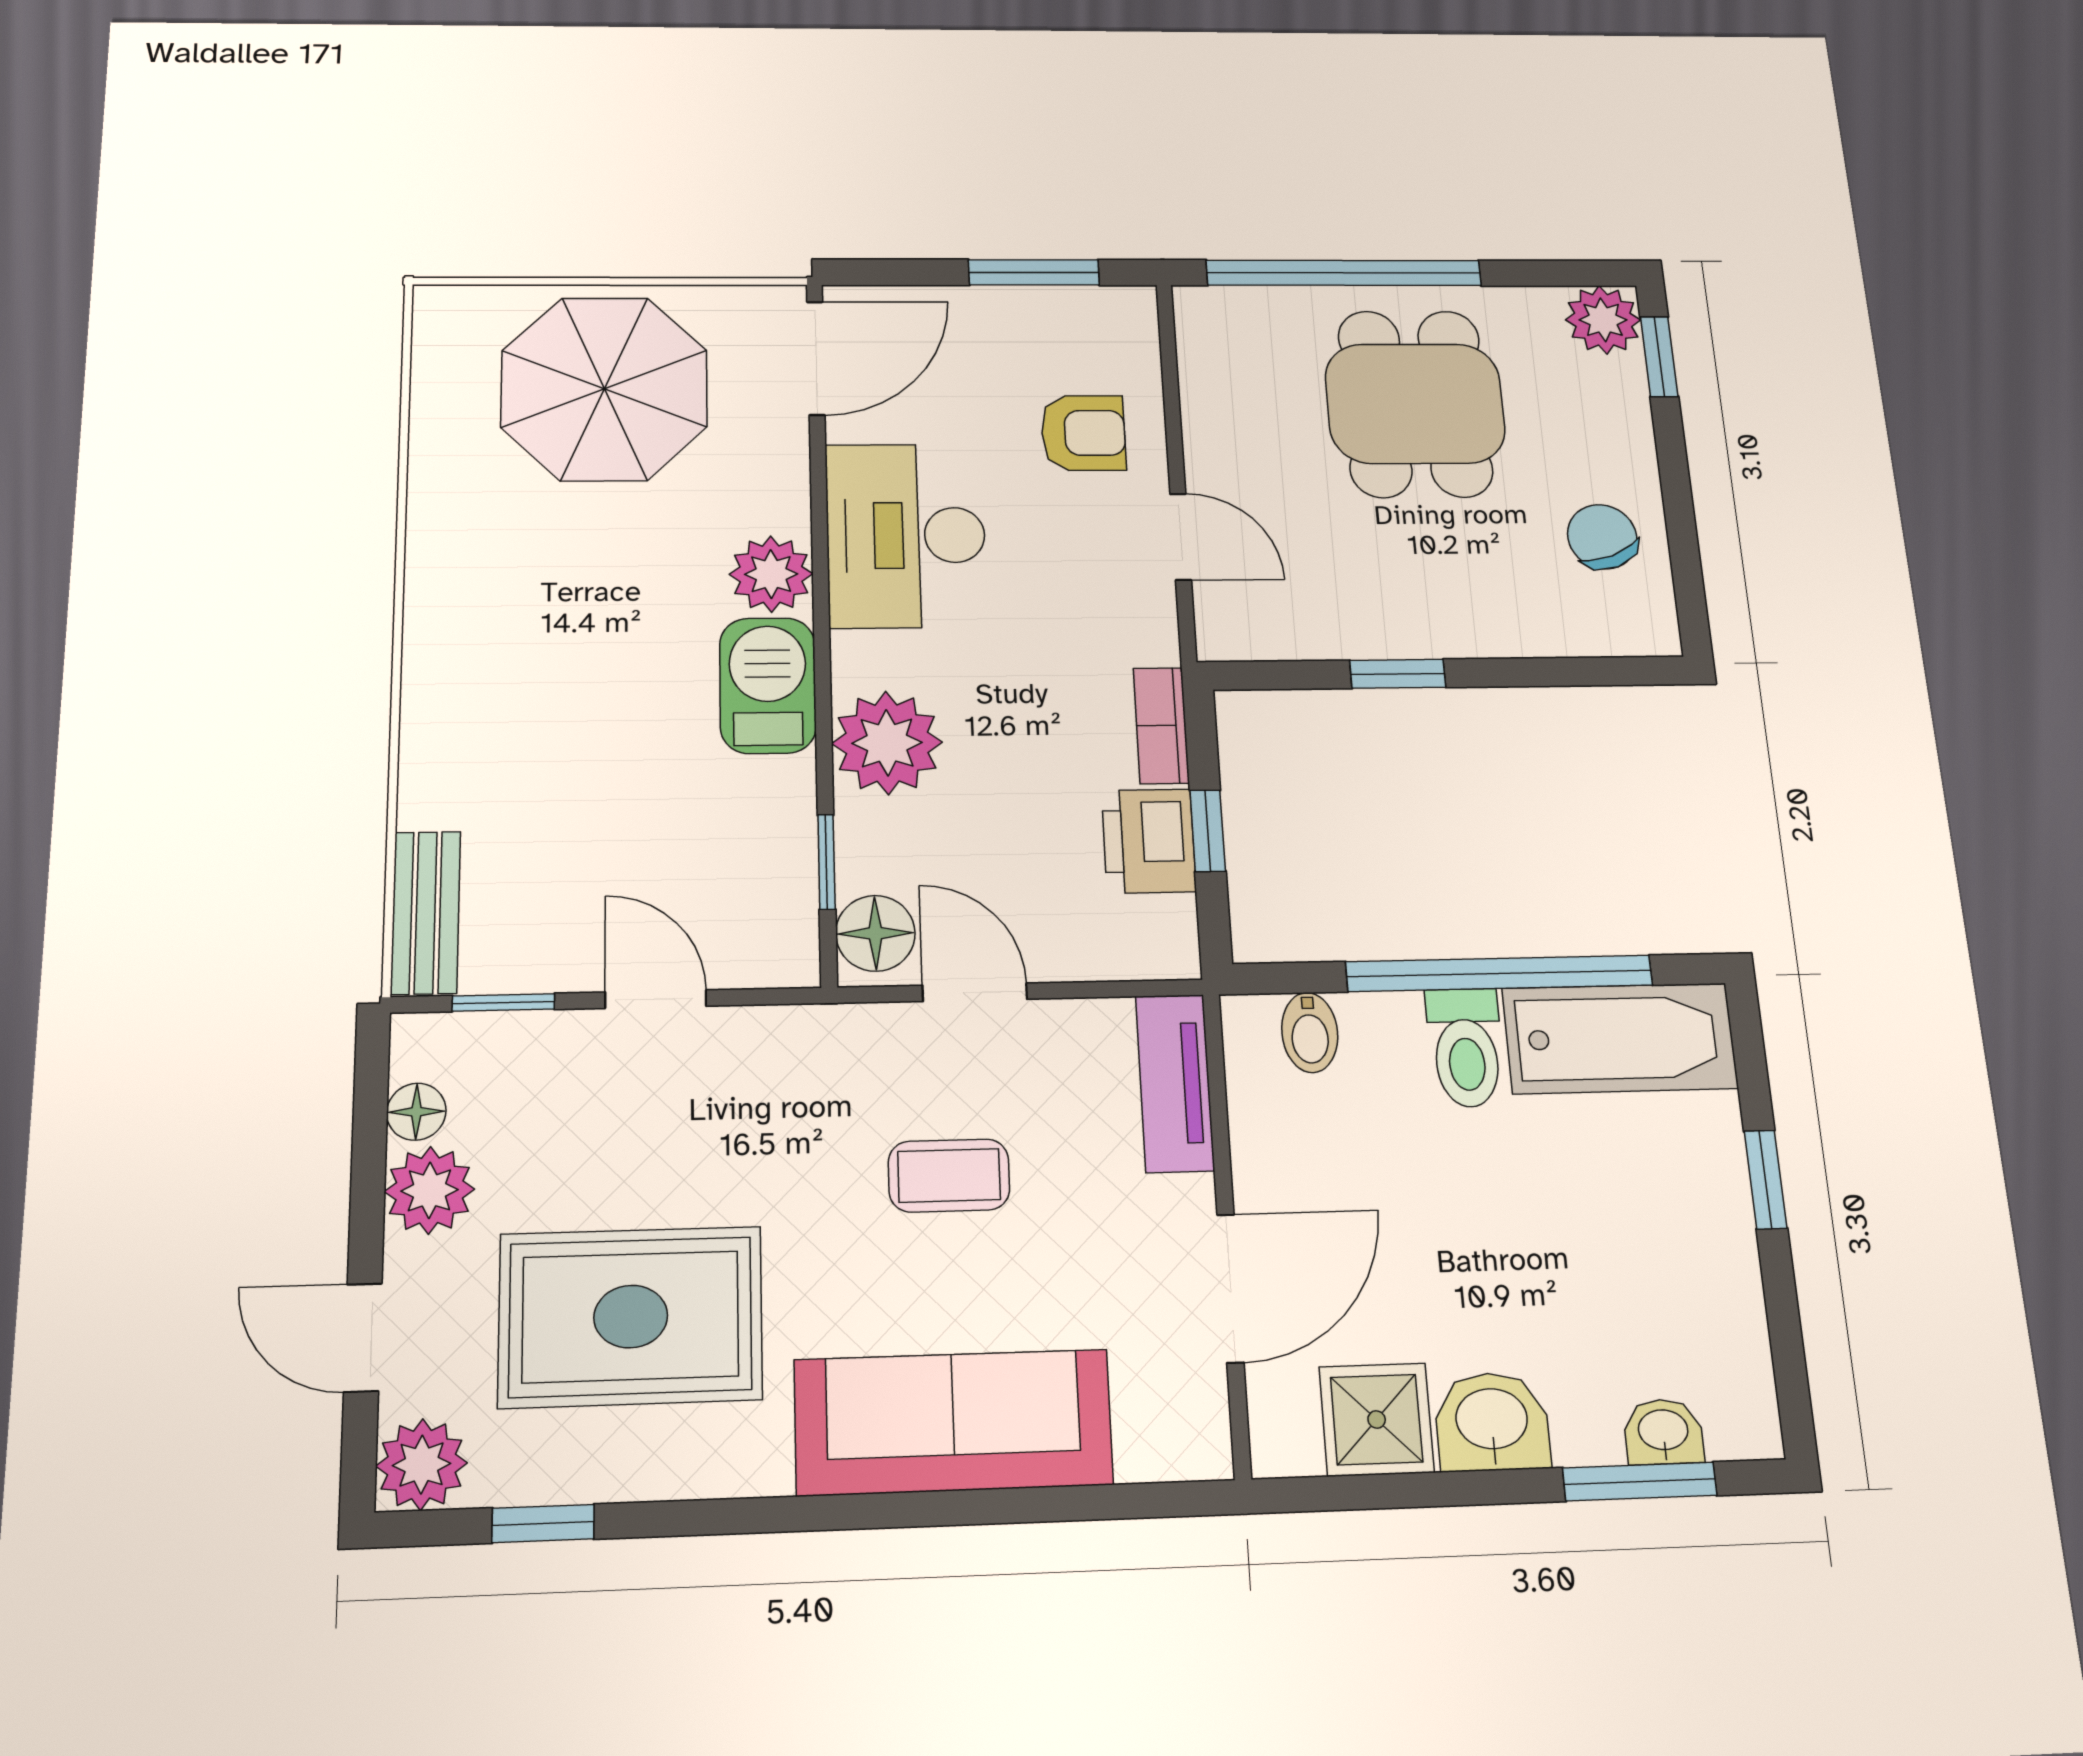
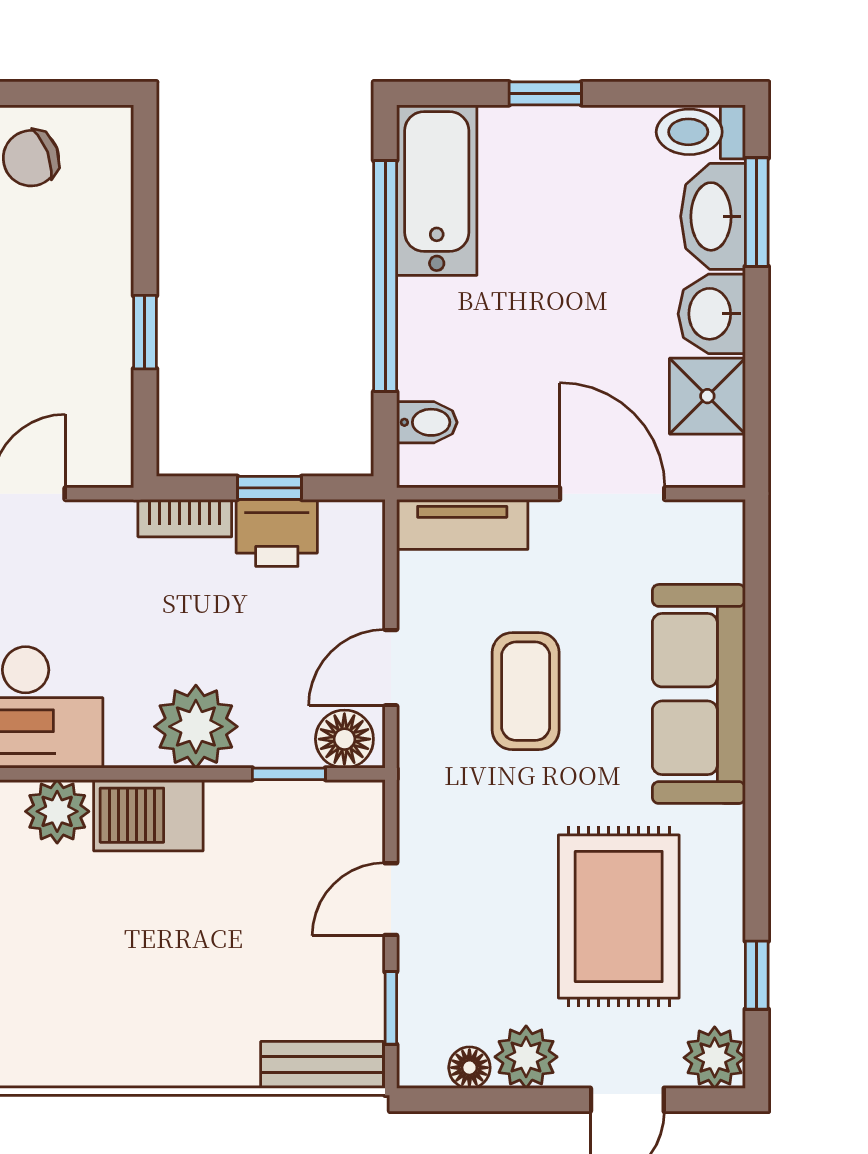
toilet: (1466, 1048) -> (701, 132), moved, turned 180
coffee table: (949, 1176) -> (526, 691), width x1.36, depth x1.30
washbasin: (1663, 1432) -> (713, 216), width x1.91, depth x1.45

